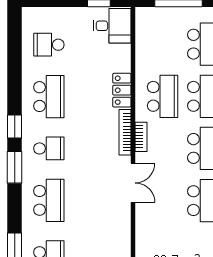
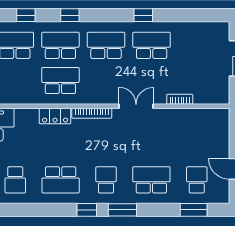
school desk: (49, 97) -> (61, 180), turned 180
bookcase: (141, 137) -> (180, 99), moved

